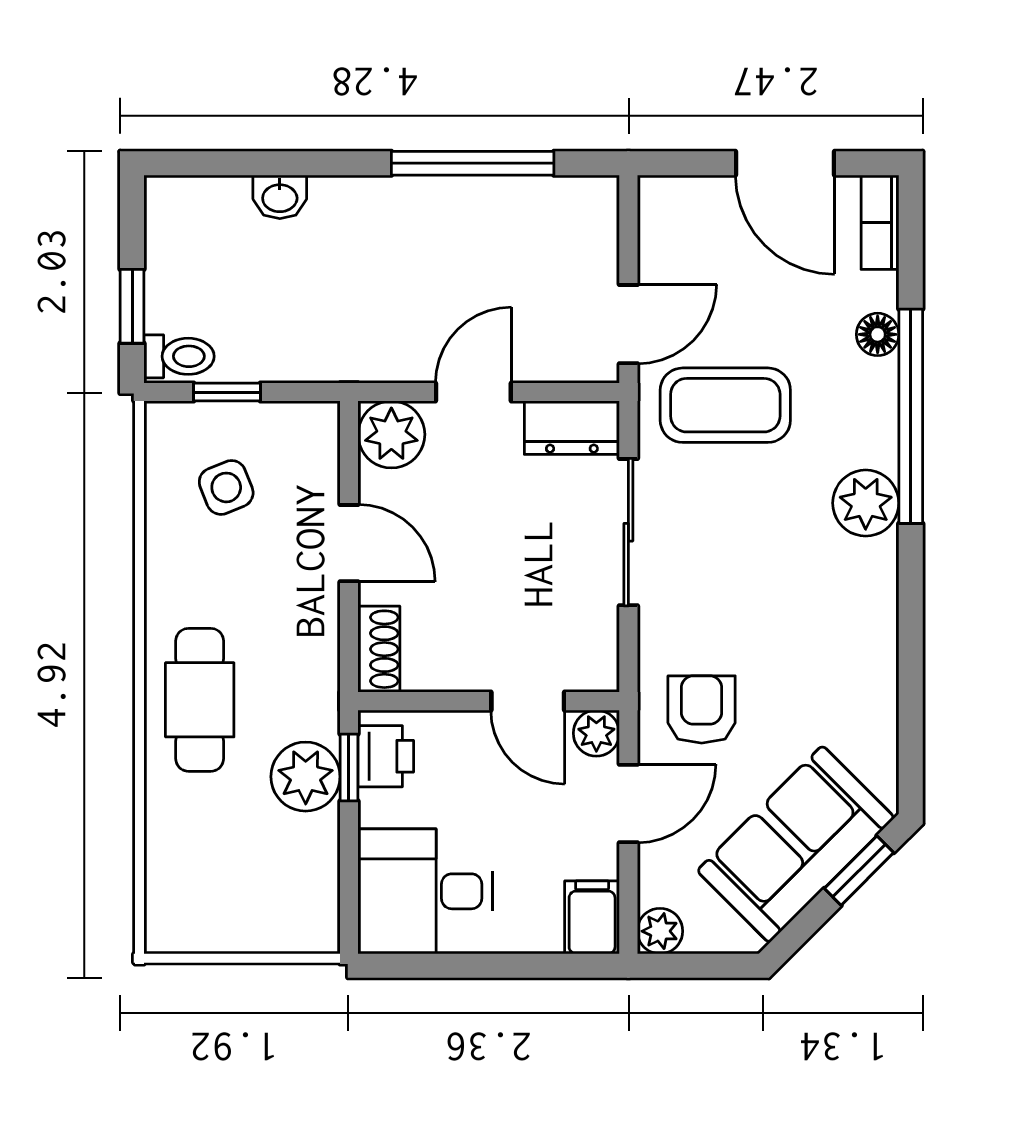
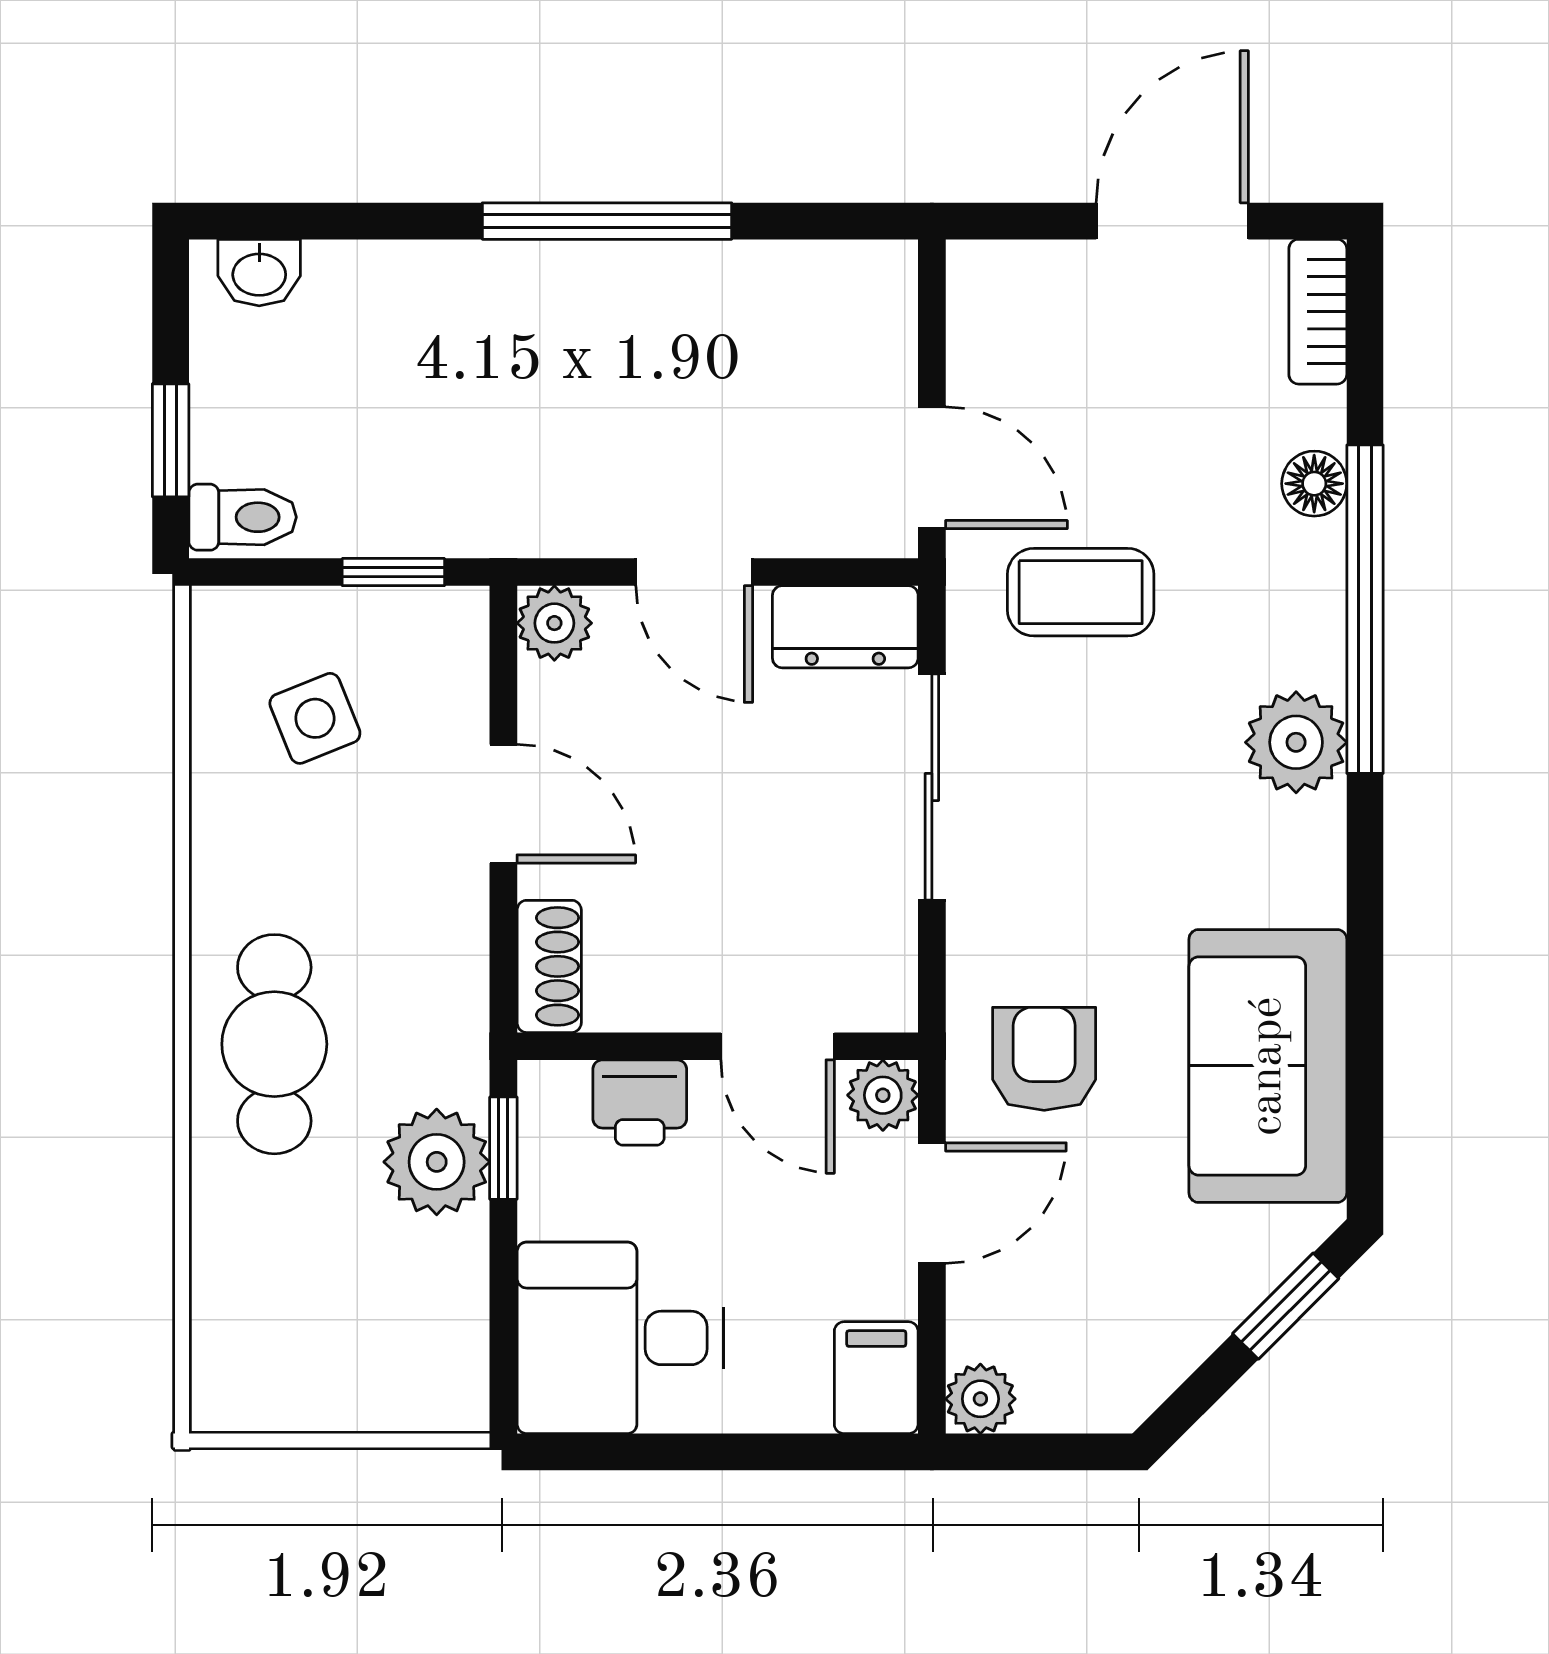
window: (473, 163) -> (607, 221), moved
door: (785, 163) -> (1172, 221), swing flipped
washbasin: (280, 197) -> (259, 273), moved
door: (628, 324) -> (932, 468), hinge flipped
window: (227, 392) -> (393, 572), moved
door: (473, 392) -> (694, 572), swing flipped
coffee table: (725, 405) -> (1081, 592), width x0.73, depth x0.77
plant: (391, 434) -> (554, 623), width x0.73, depth x0.73
printer: (386, 756) -> (640, 1103), moved, turned 90
sofa: (796, 844) -> (1268, 1066), moved, turned -45

